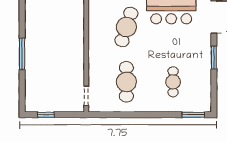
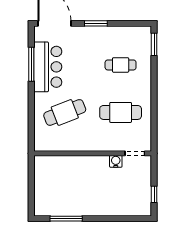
cafe table: (126, 27) -> (65, 112), turned -39
window: (22, 54) -> (66, 219), moved
water cooler: (78, 77) -> (116, 161), added

